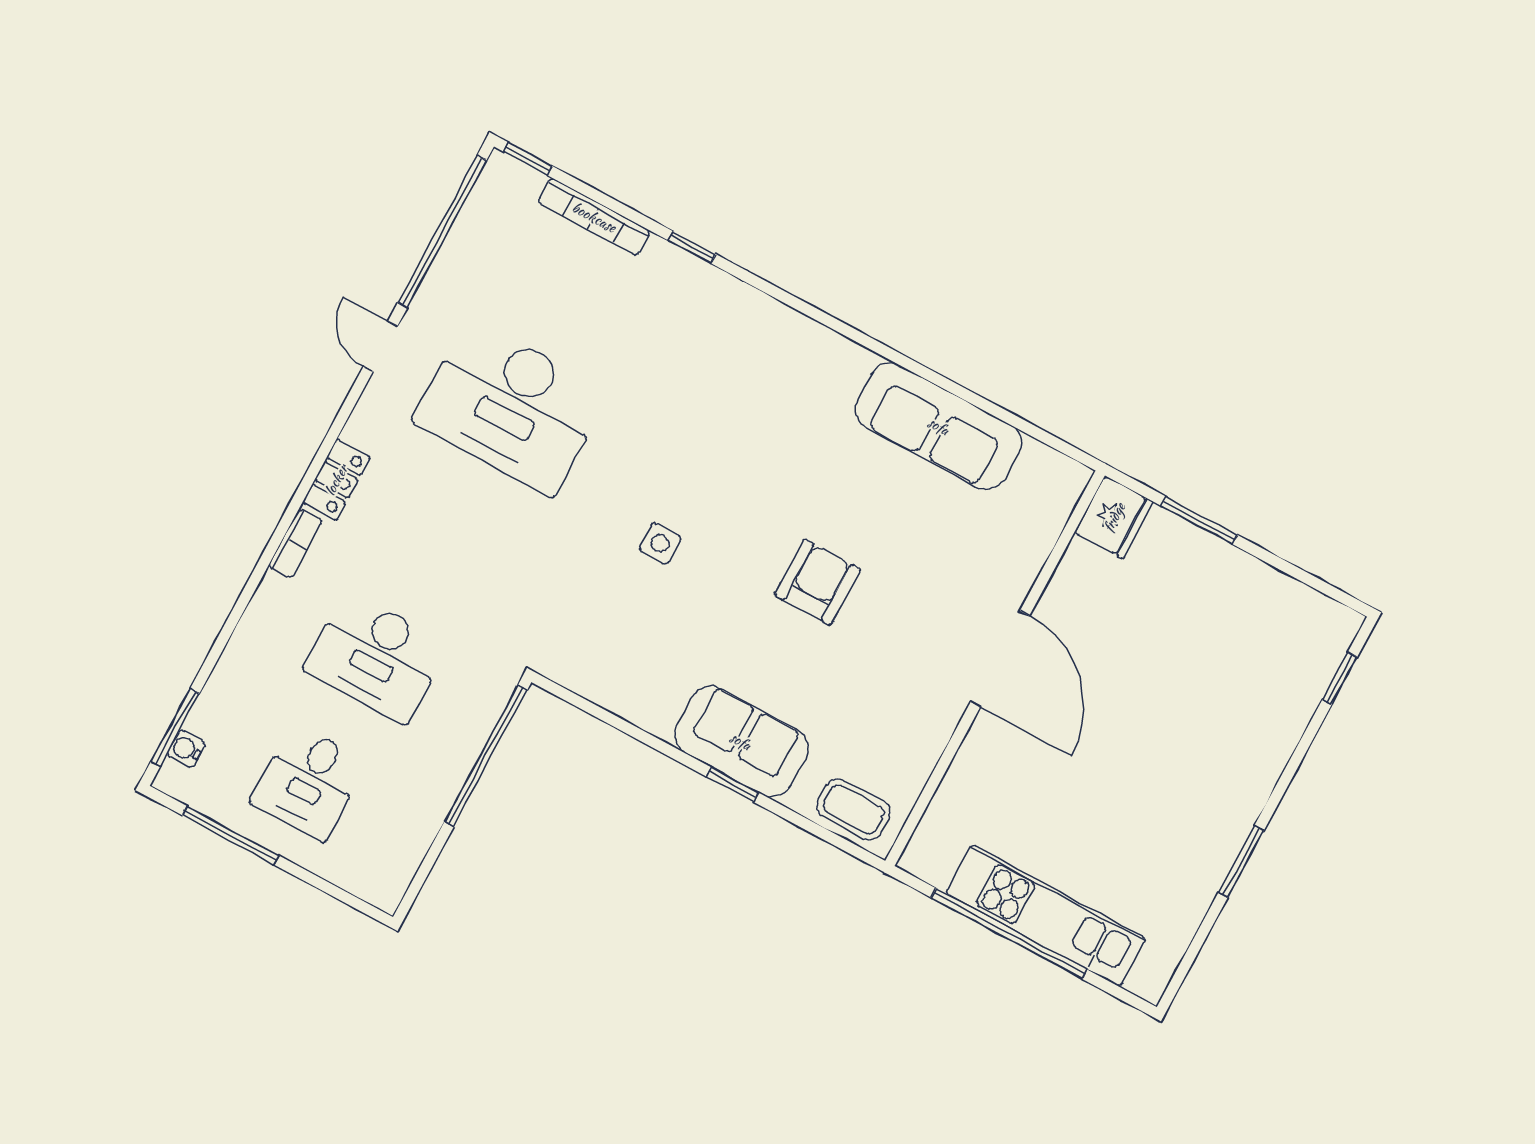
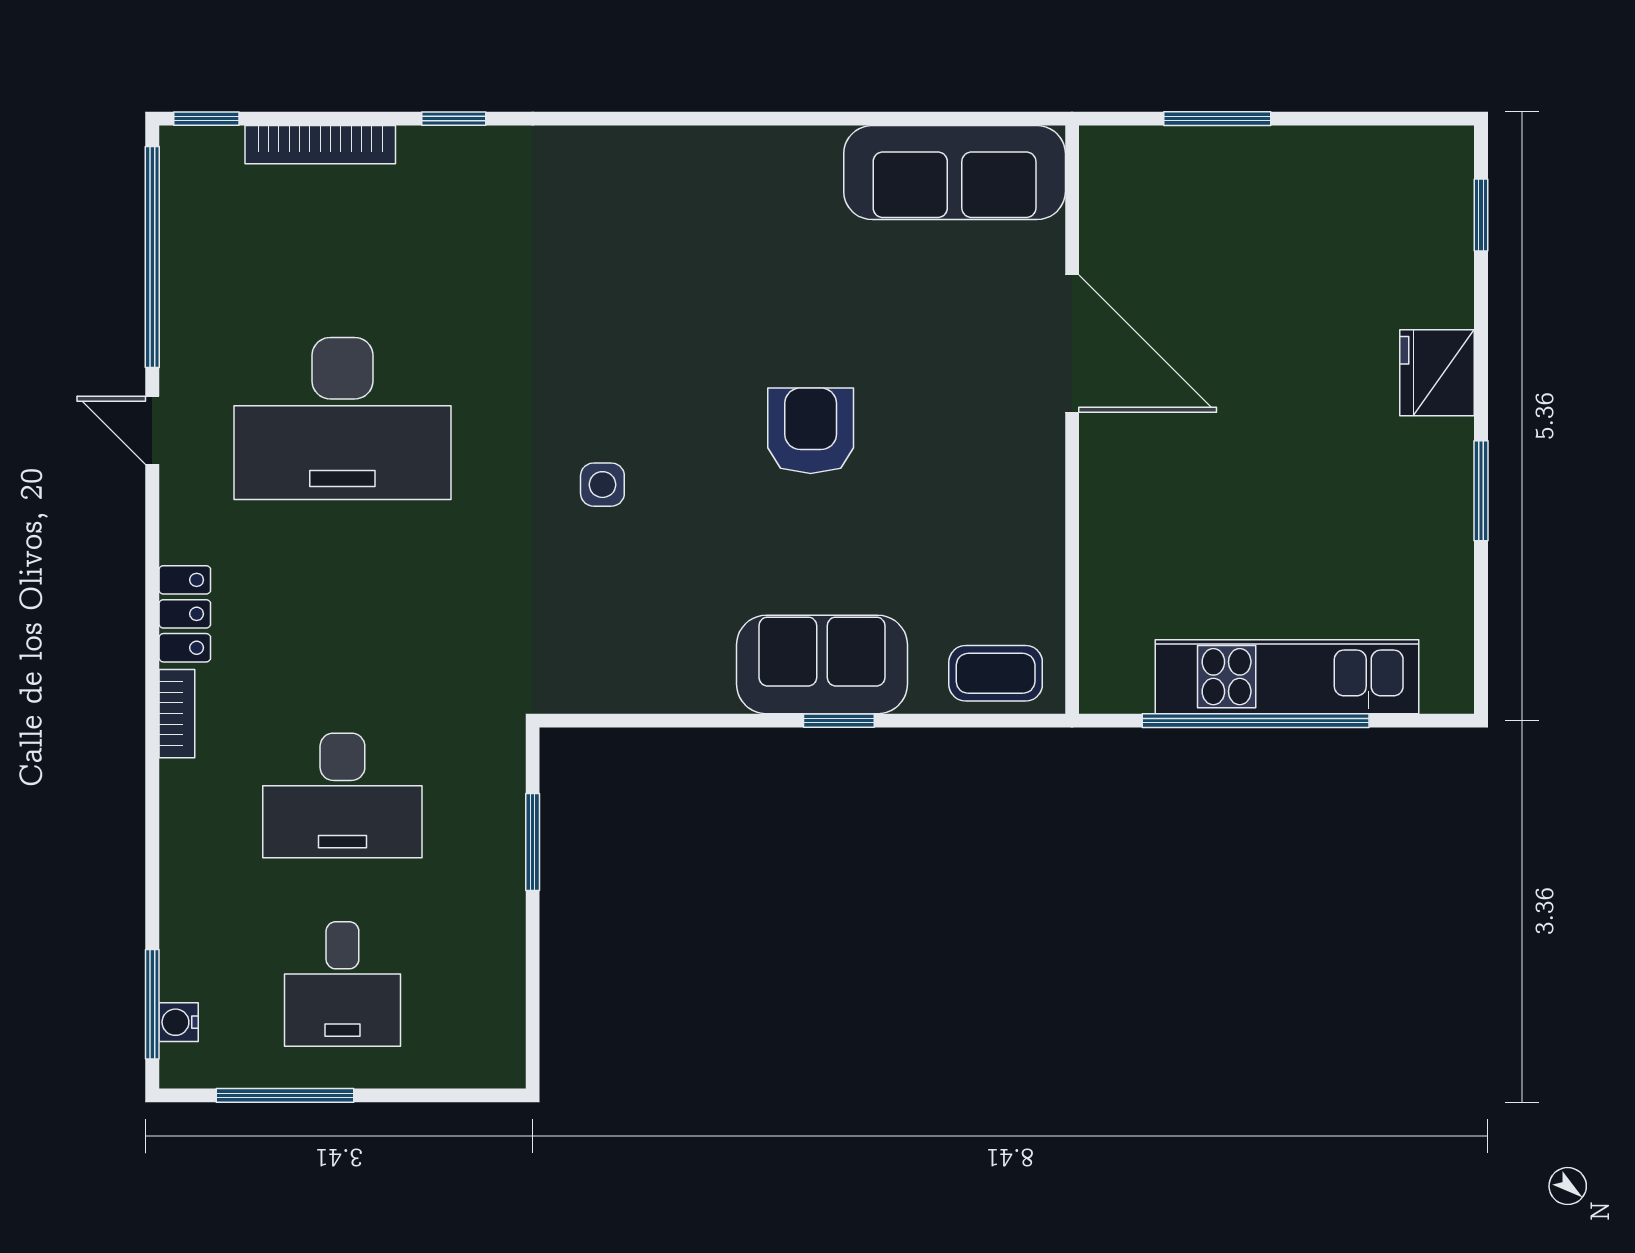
sofa: (939, 426) -> (955, 173), moved
fridge: (1114, 517) -> (1437, 373), moved, turned 180
door: (1000, 659) -> (1072, 344), moved
window: (486, 756) -> (533, 842), width x0.47

